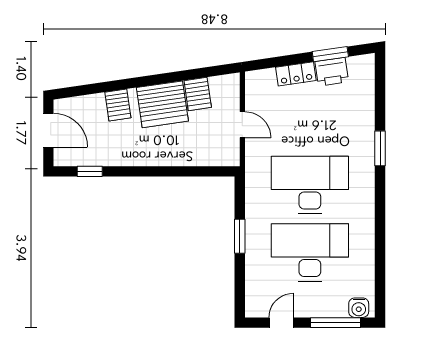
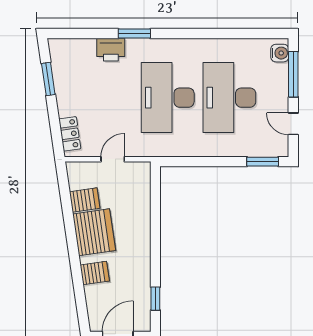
printer: (332, 72) -> (111, 50), moved, turned 98
locker: (296, 74) -> (70, 134), moved
window: (240, 236) -> (263, 162), moved

